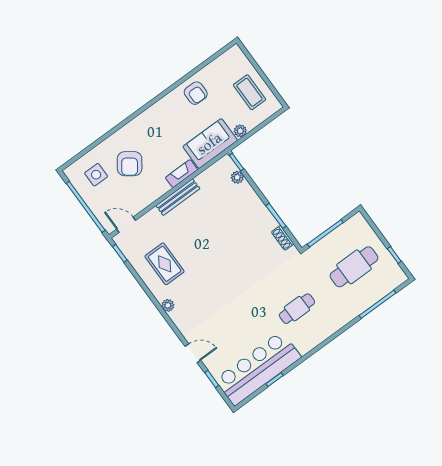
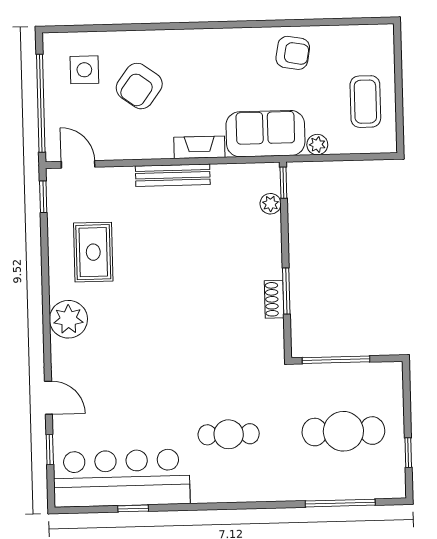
armchair: (196, 93) -> (293, 53), turned -80
shoe rack: (283, 238) -> (274, 299), moved
plant: (168, 305) -> (68, 319), width x1.87, depth x1.87

